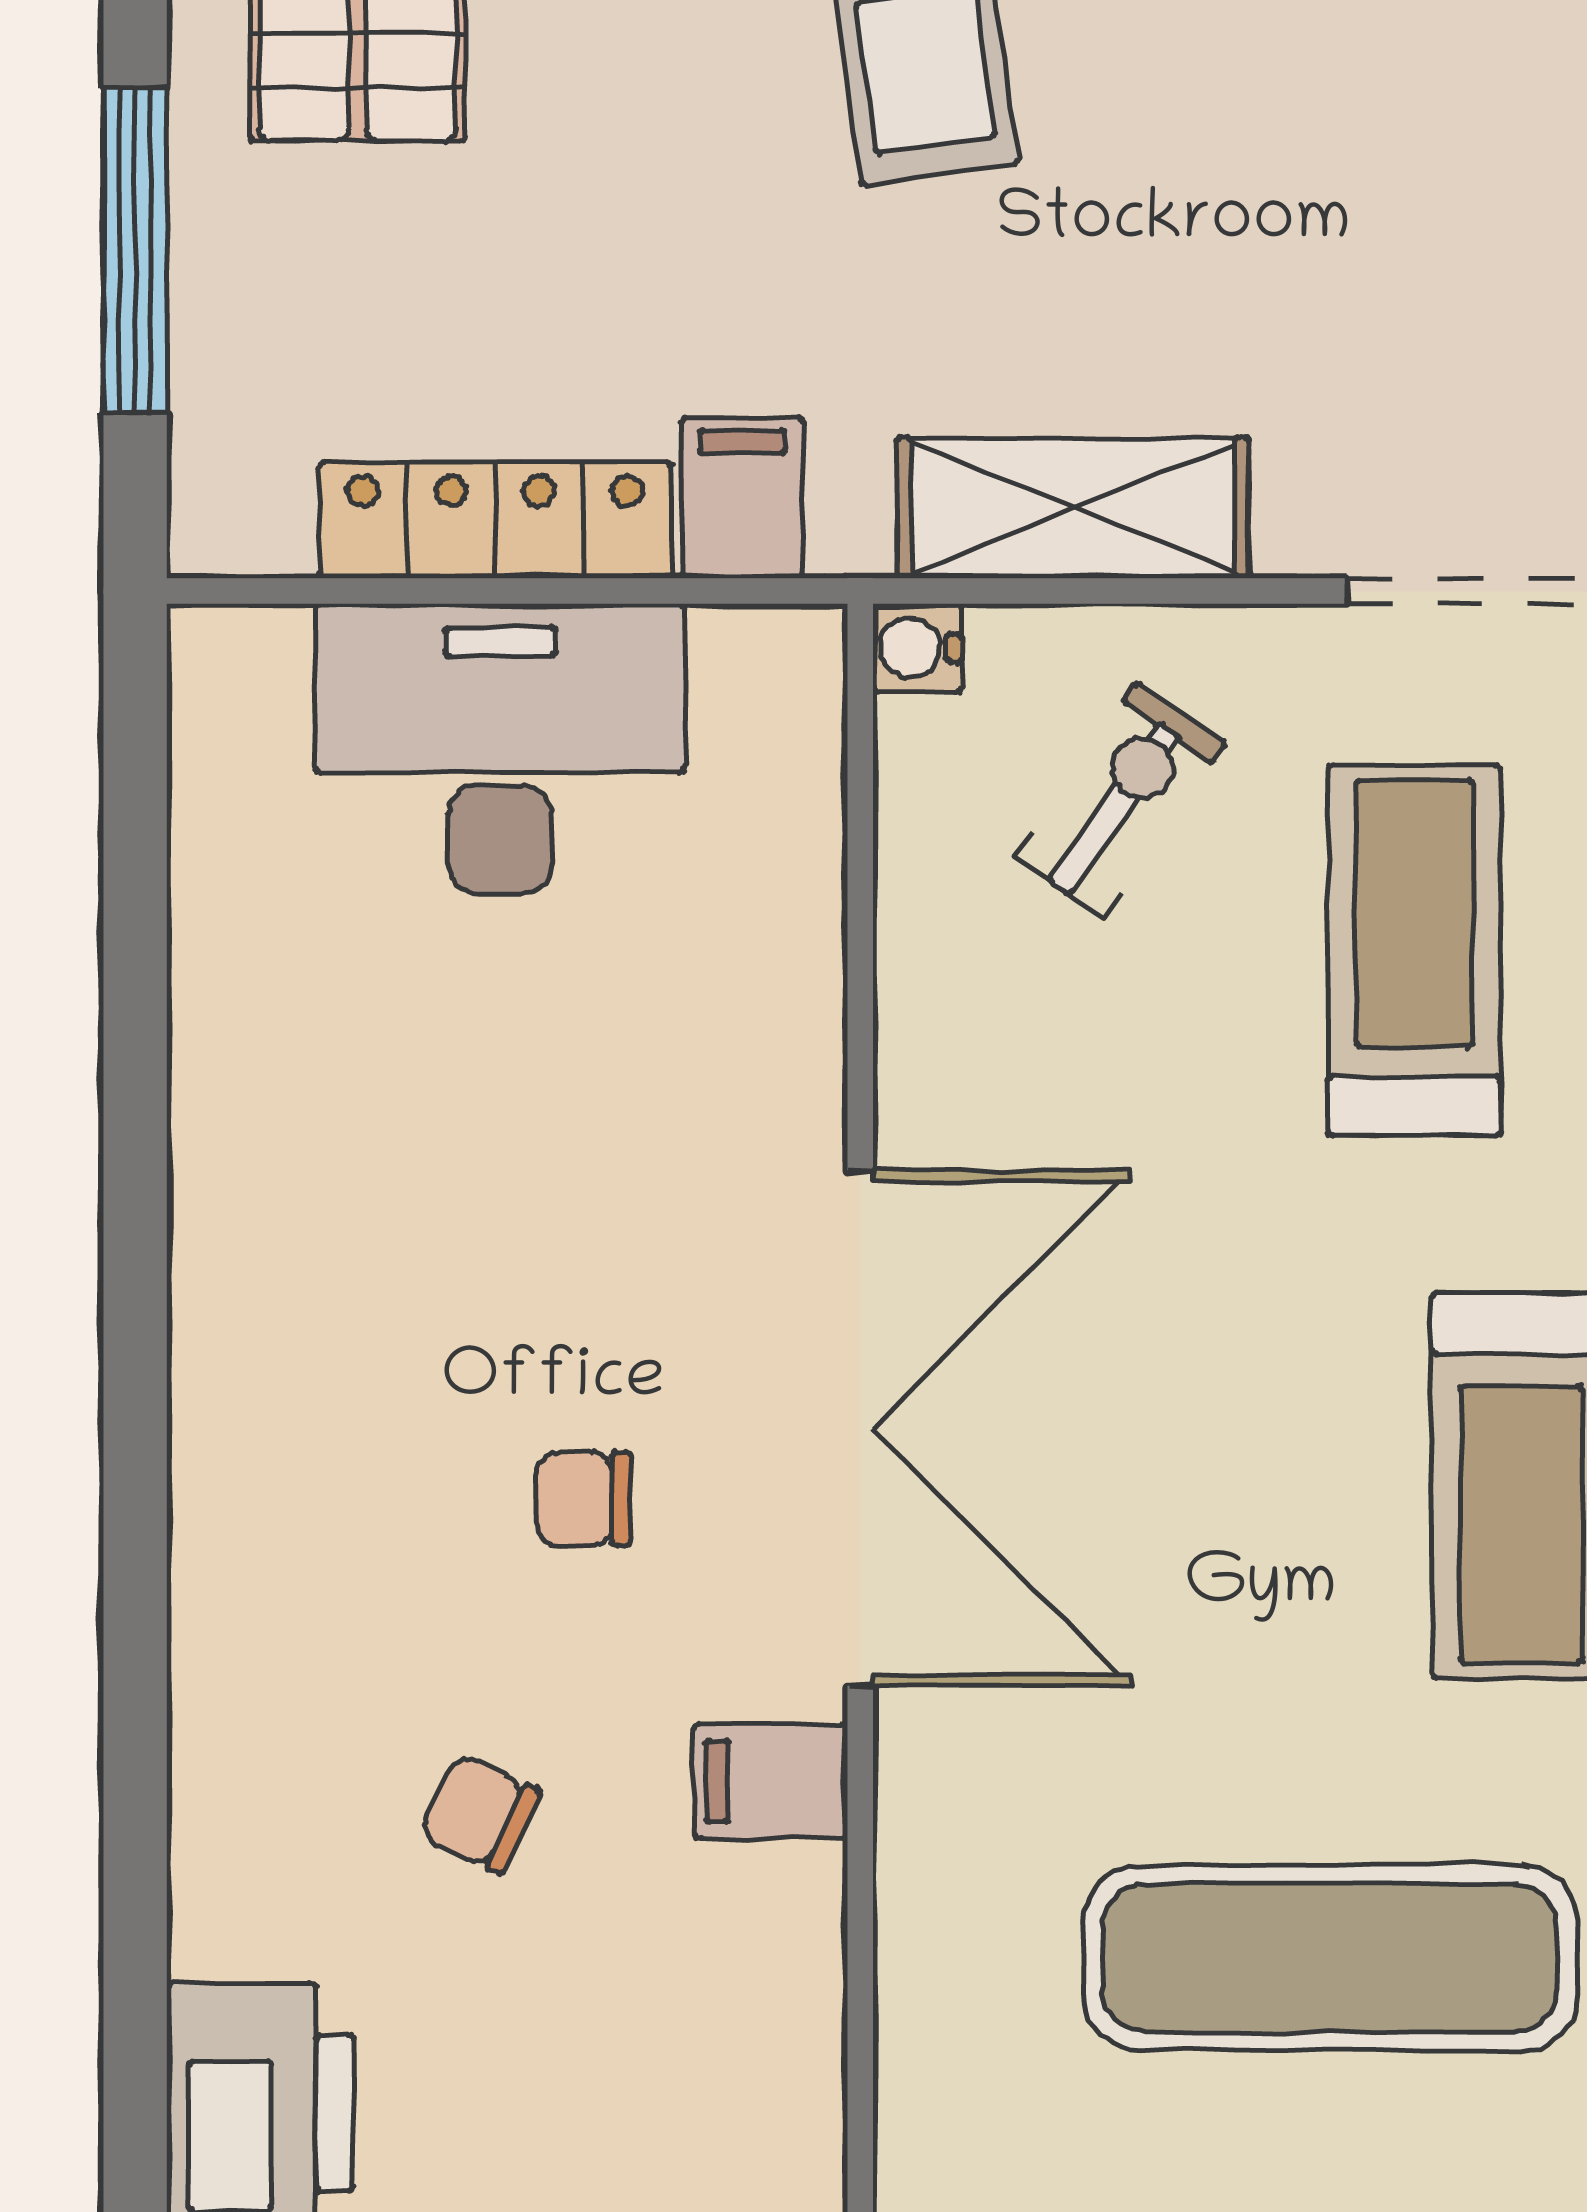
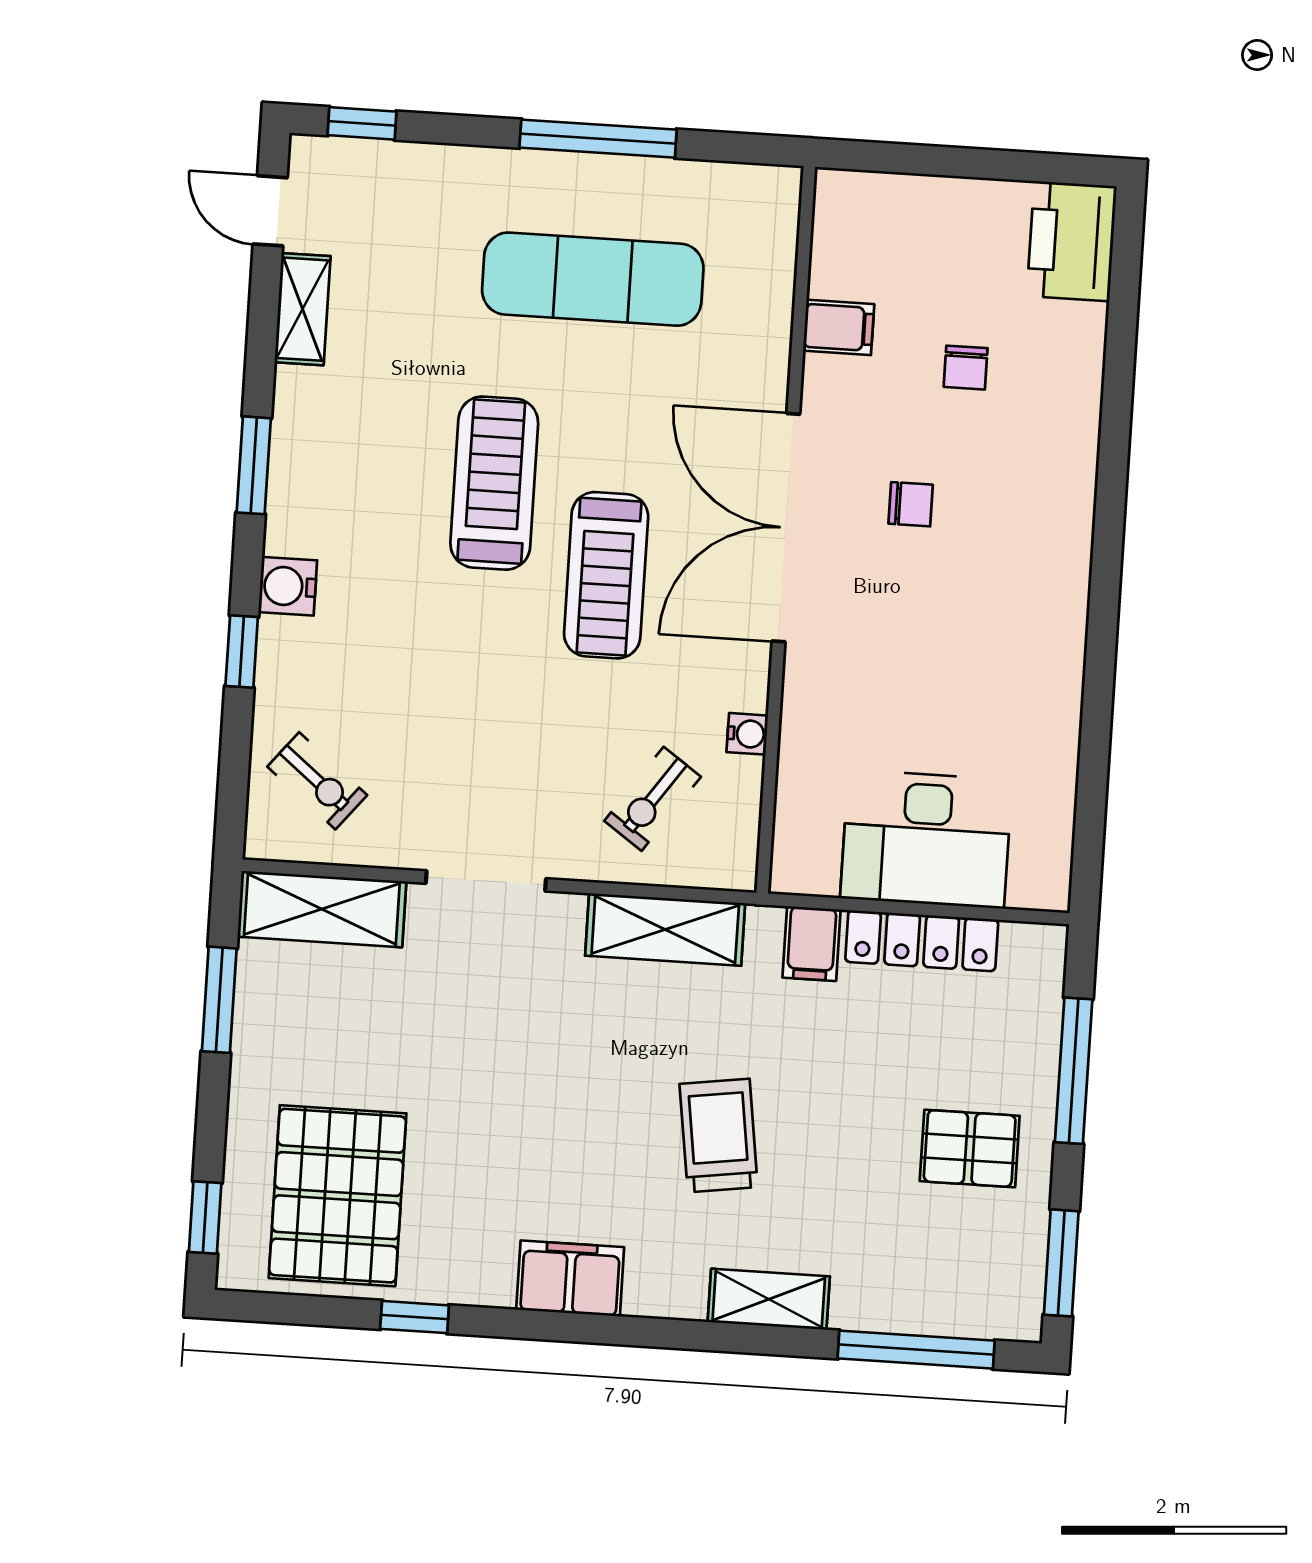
water cooler: (917, 648) -> (747, 734), moved
treadmill: (1414, 950) -> (606, 575), moved
filing cabinet: (771, 1781) -> (839, 327), moved
chair: (480, 1814) -> (966, 368), turned 65

